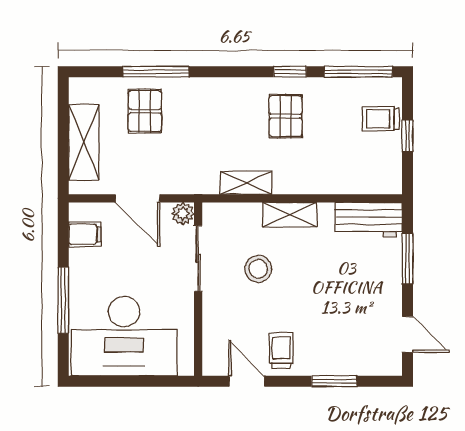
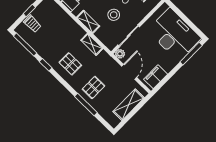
pallet: (145, 111) -> (93, 87), moved
pallet: (286, 116) -> (70, 64), moved, turned 90
filing cabinet: (85, 234) -> (156, 77), width x2.00
window: (63, 300) -> (191, 54), moved

